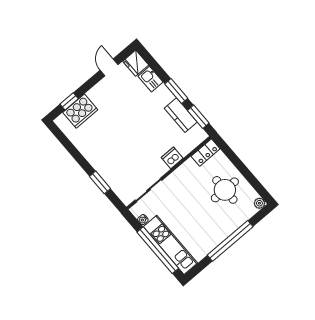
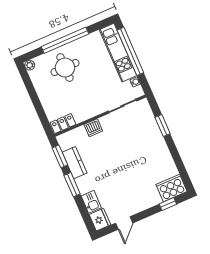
cooker: (80, 111) -> (172, 188), moved
round table: (225, 190) -> (65, 68), moved

